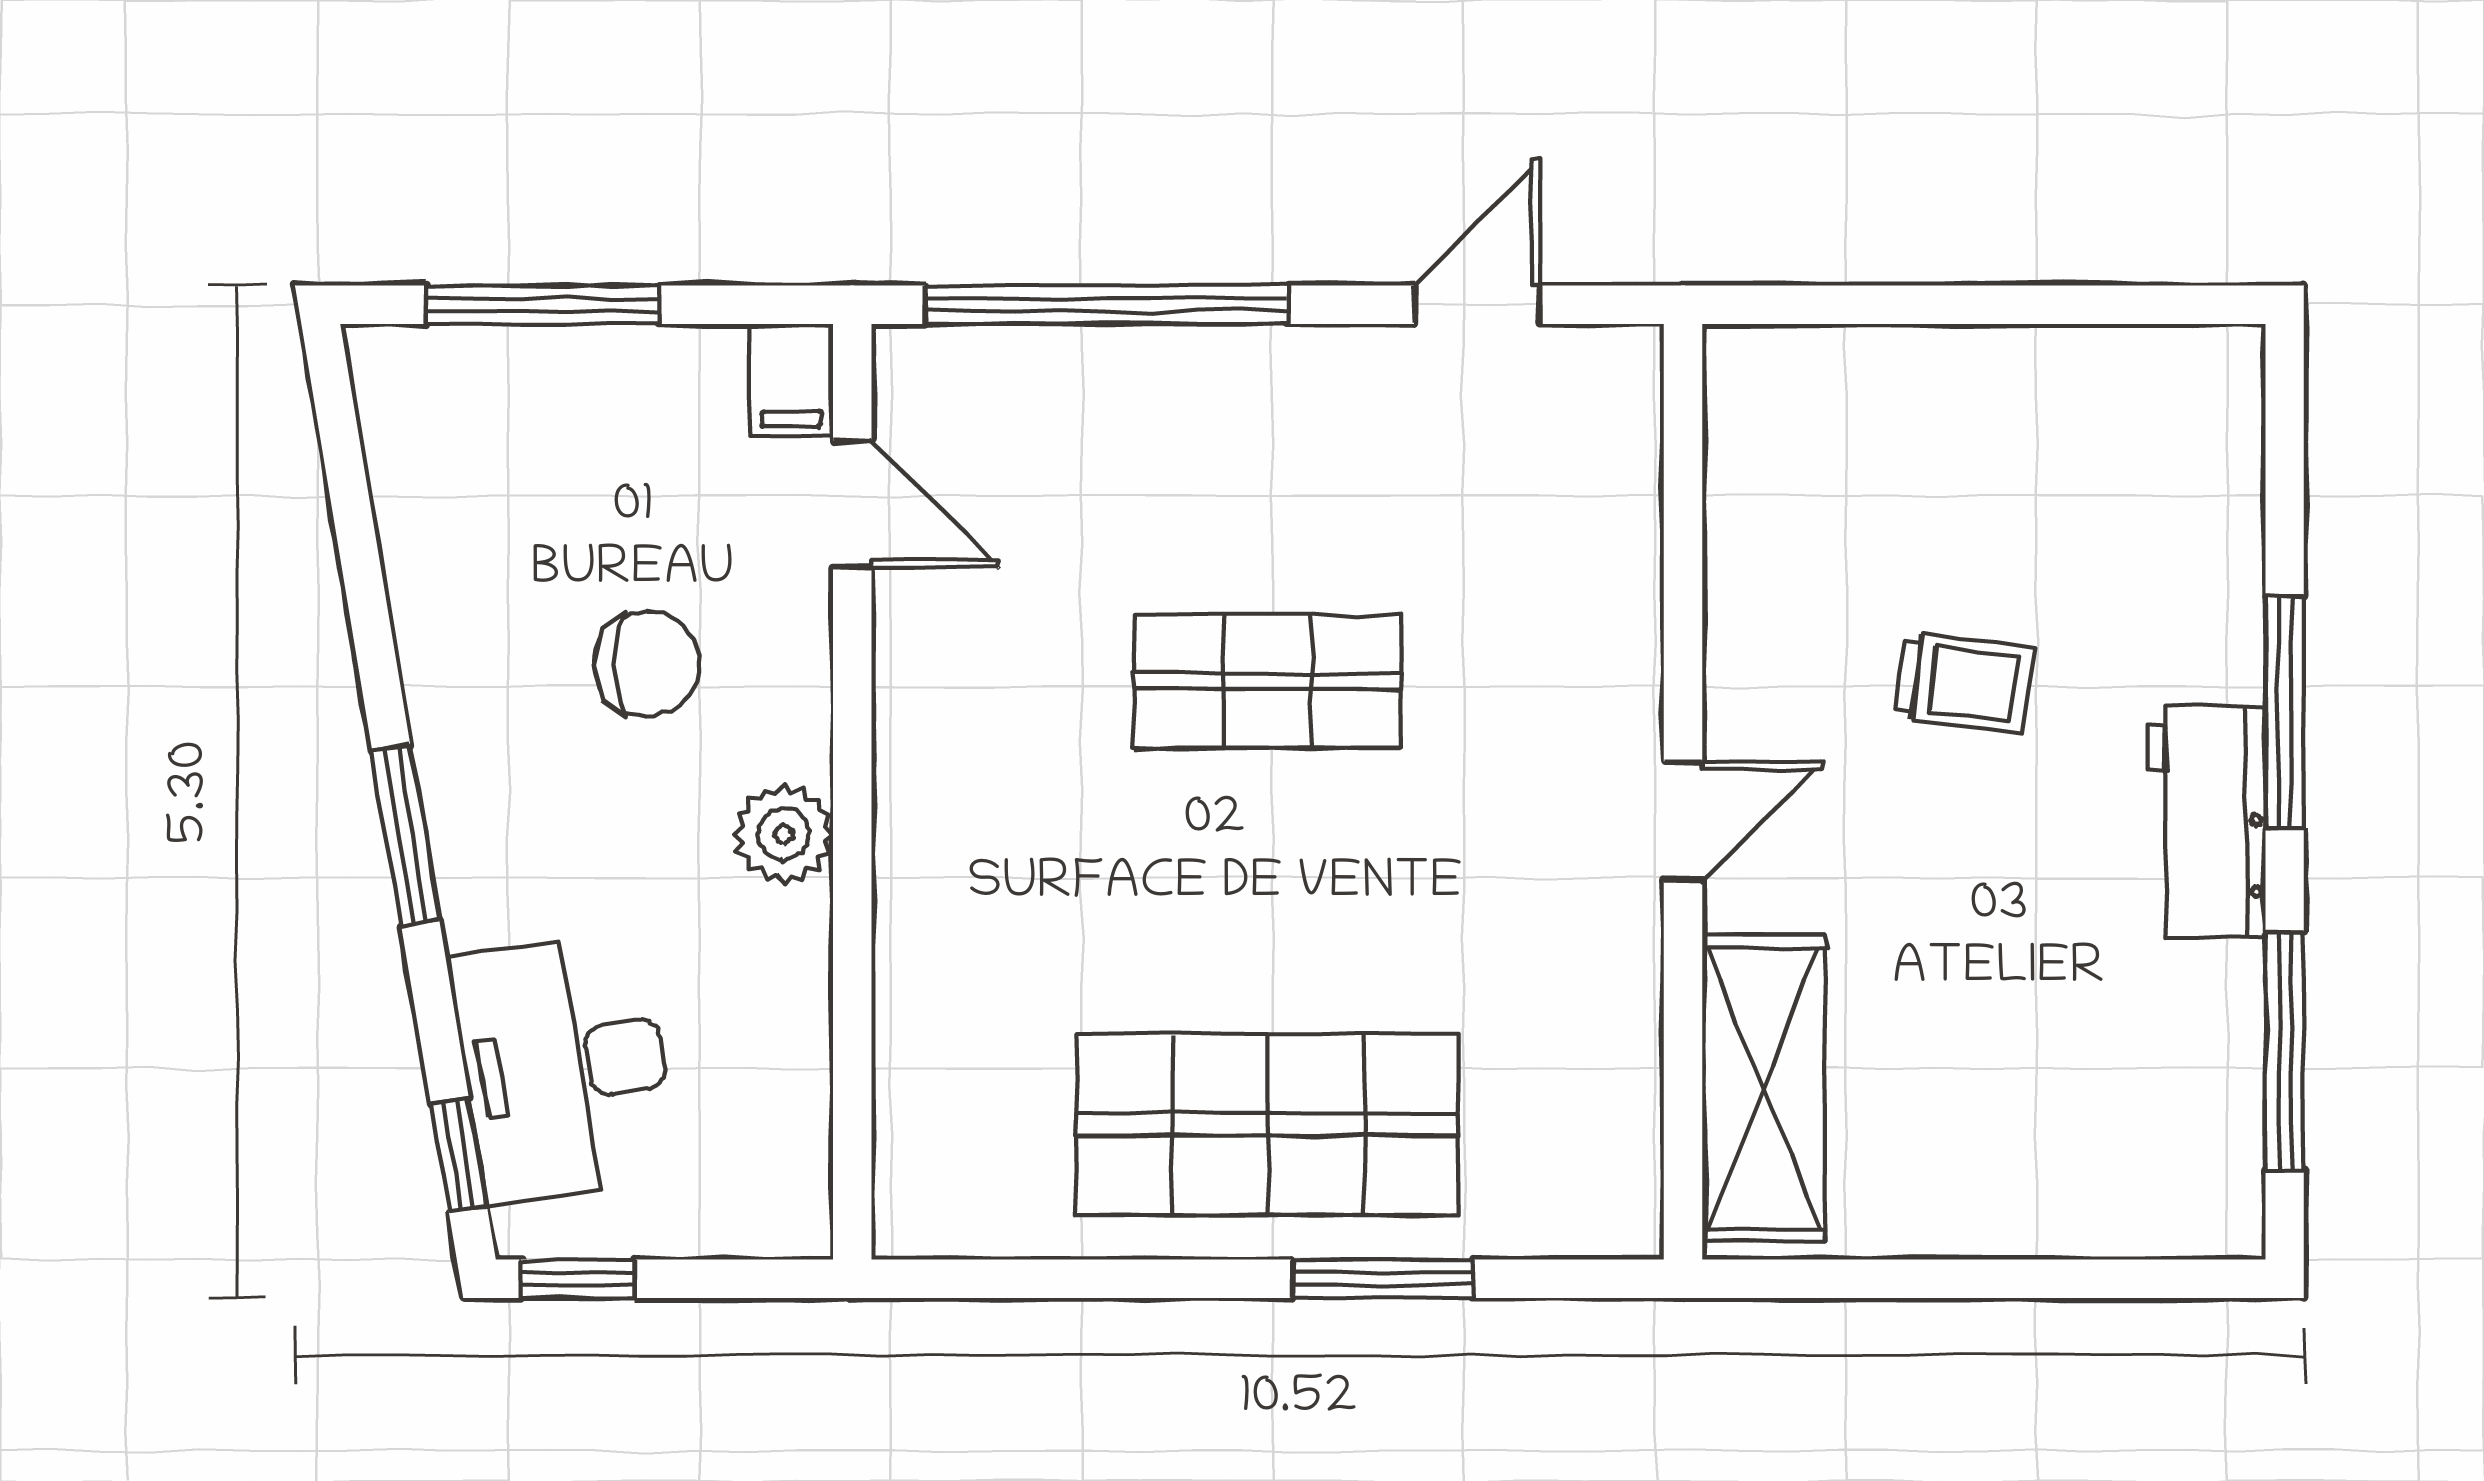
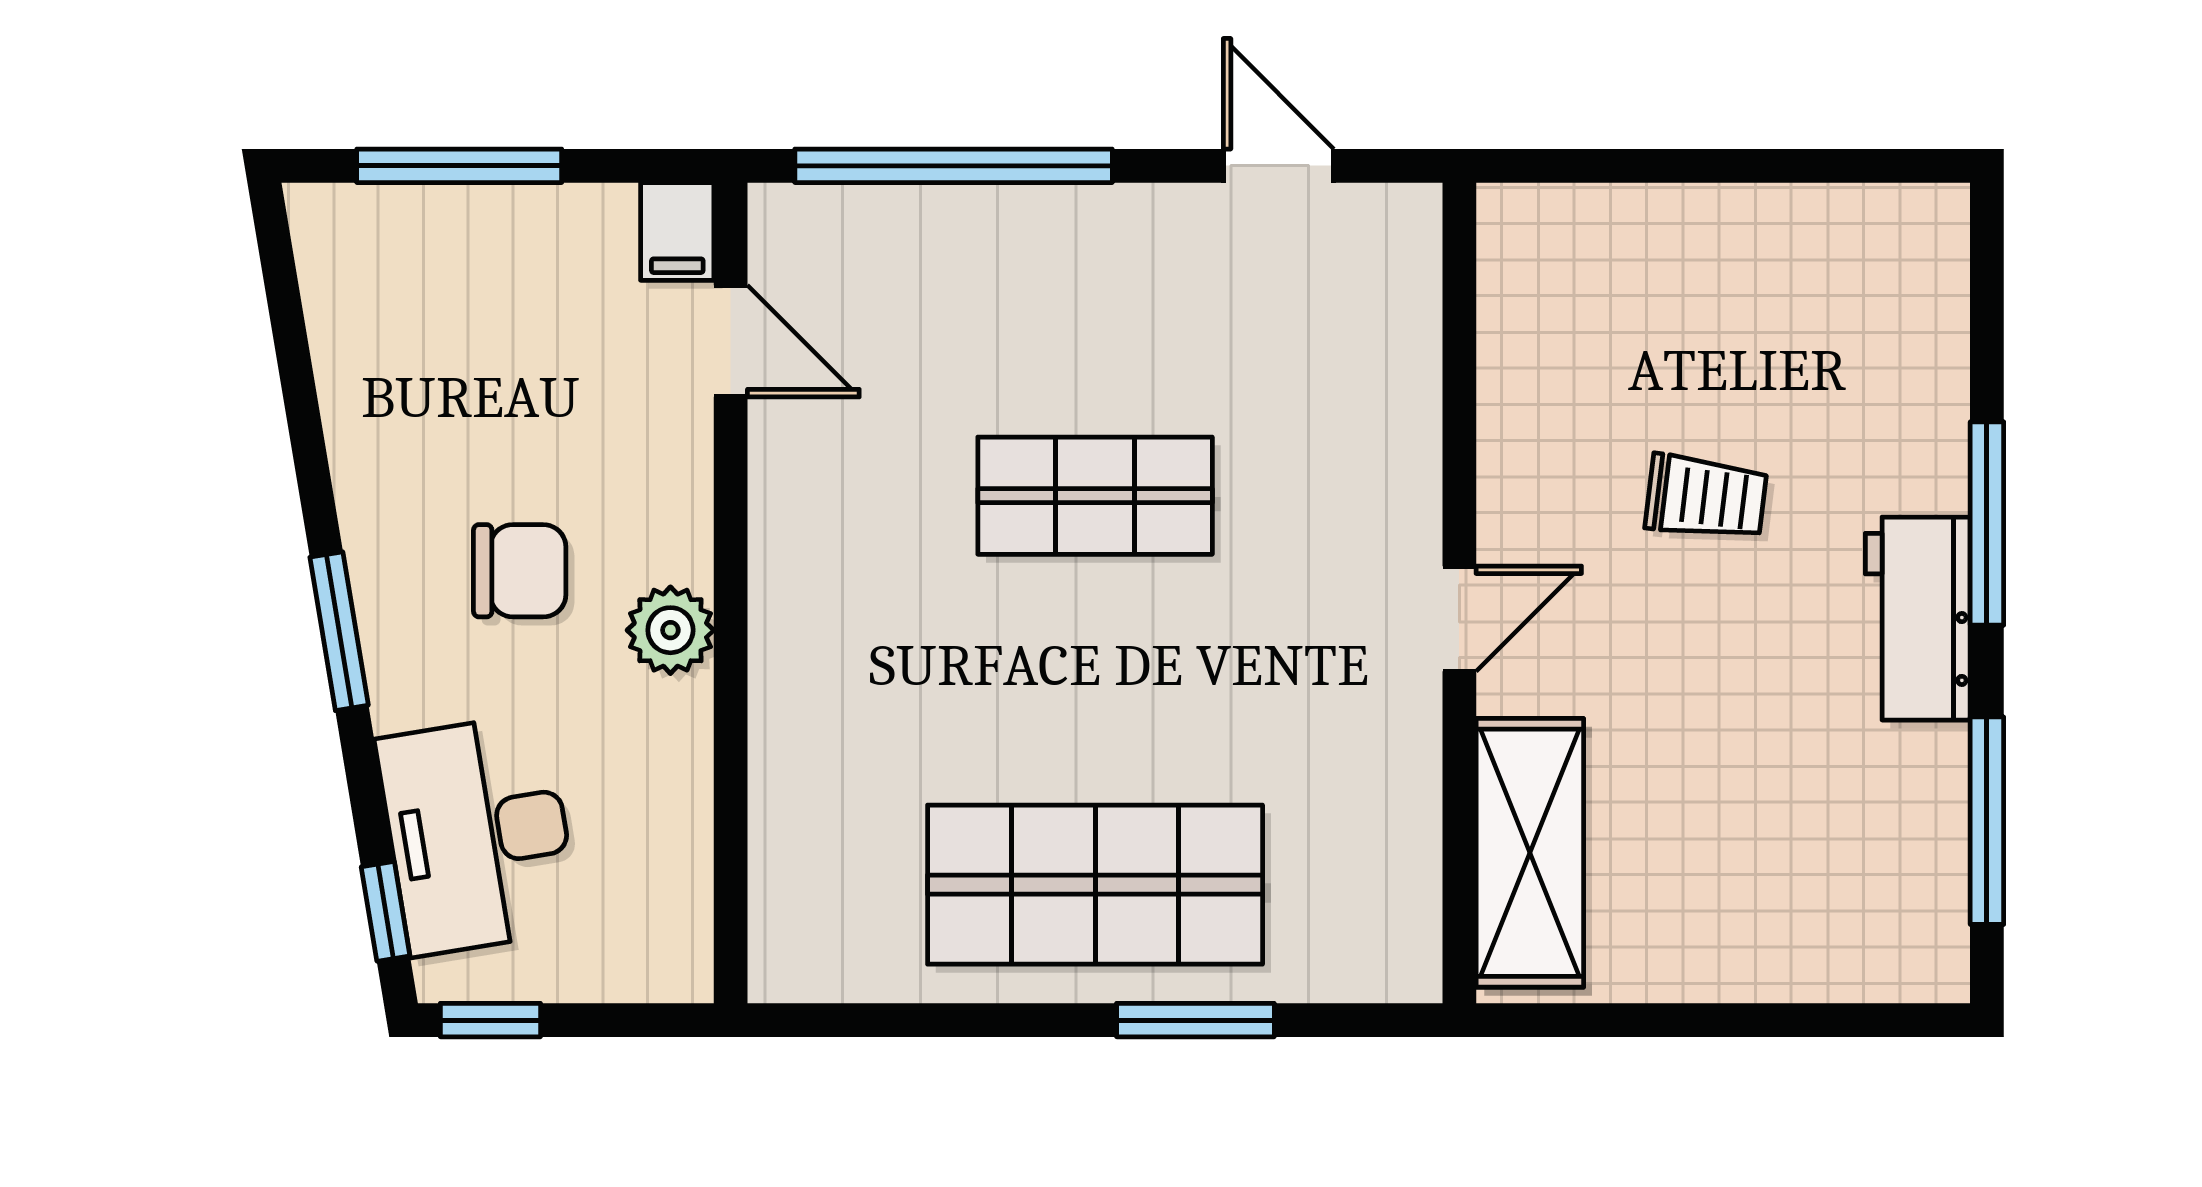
door: (1477, 305) -> (1279, 166), hinge flipped
chair: (647, 664) -> (520, 571), moved

